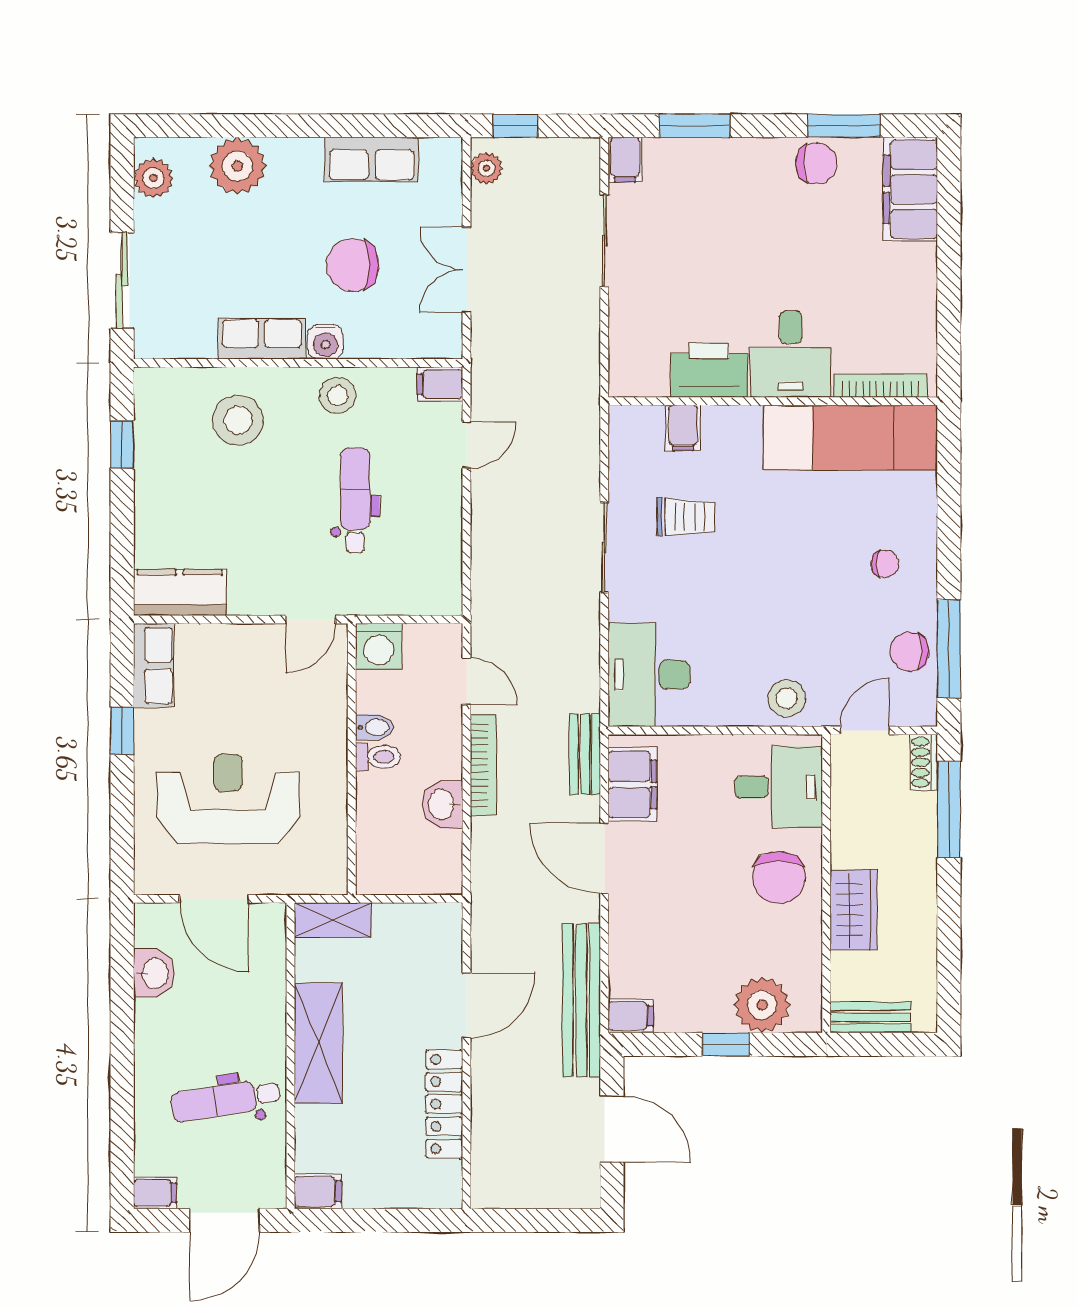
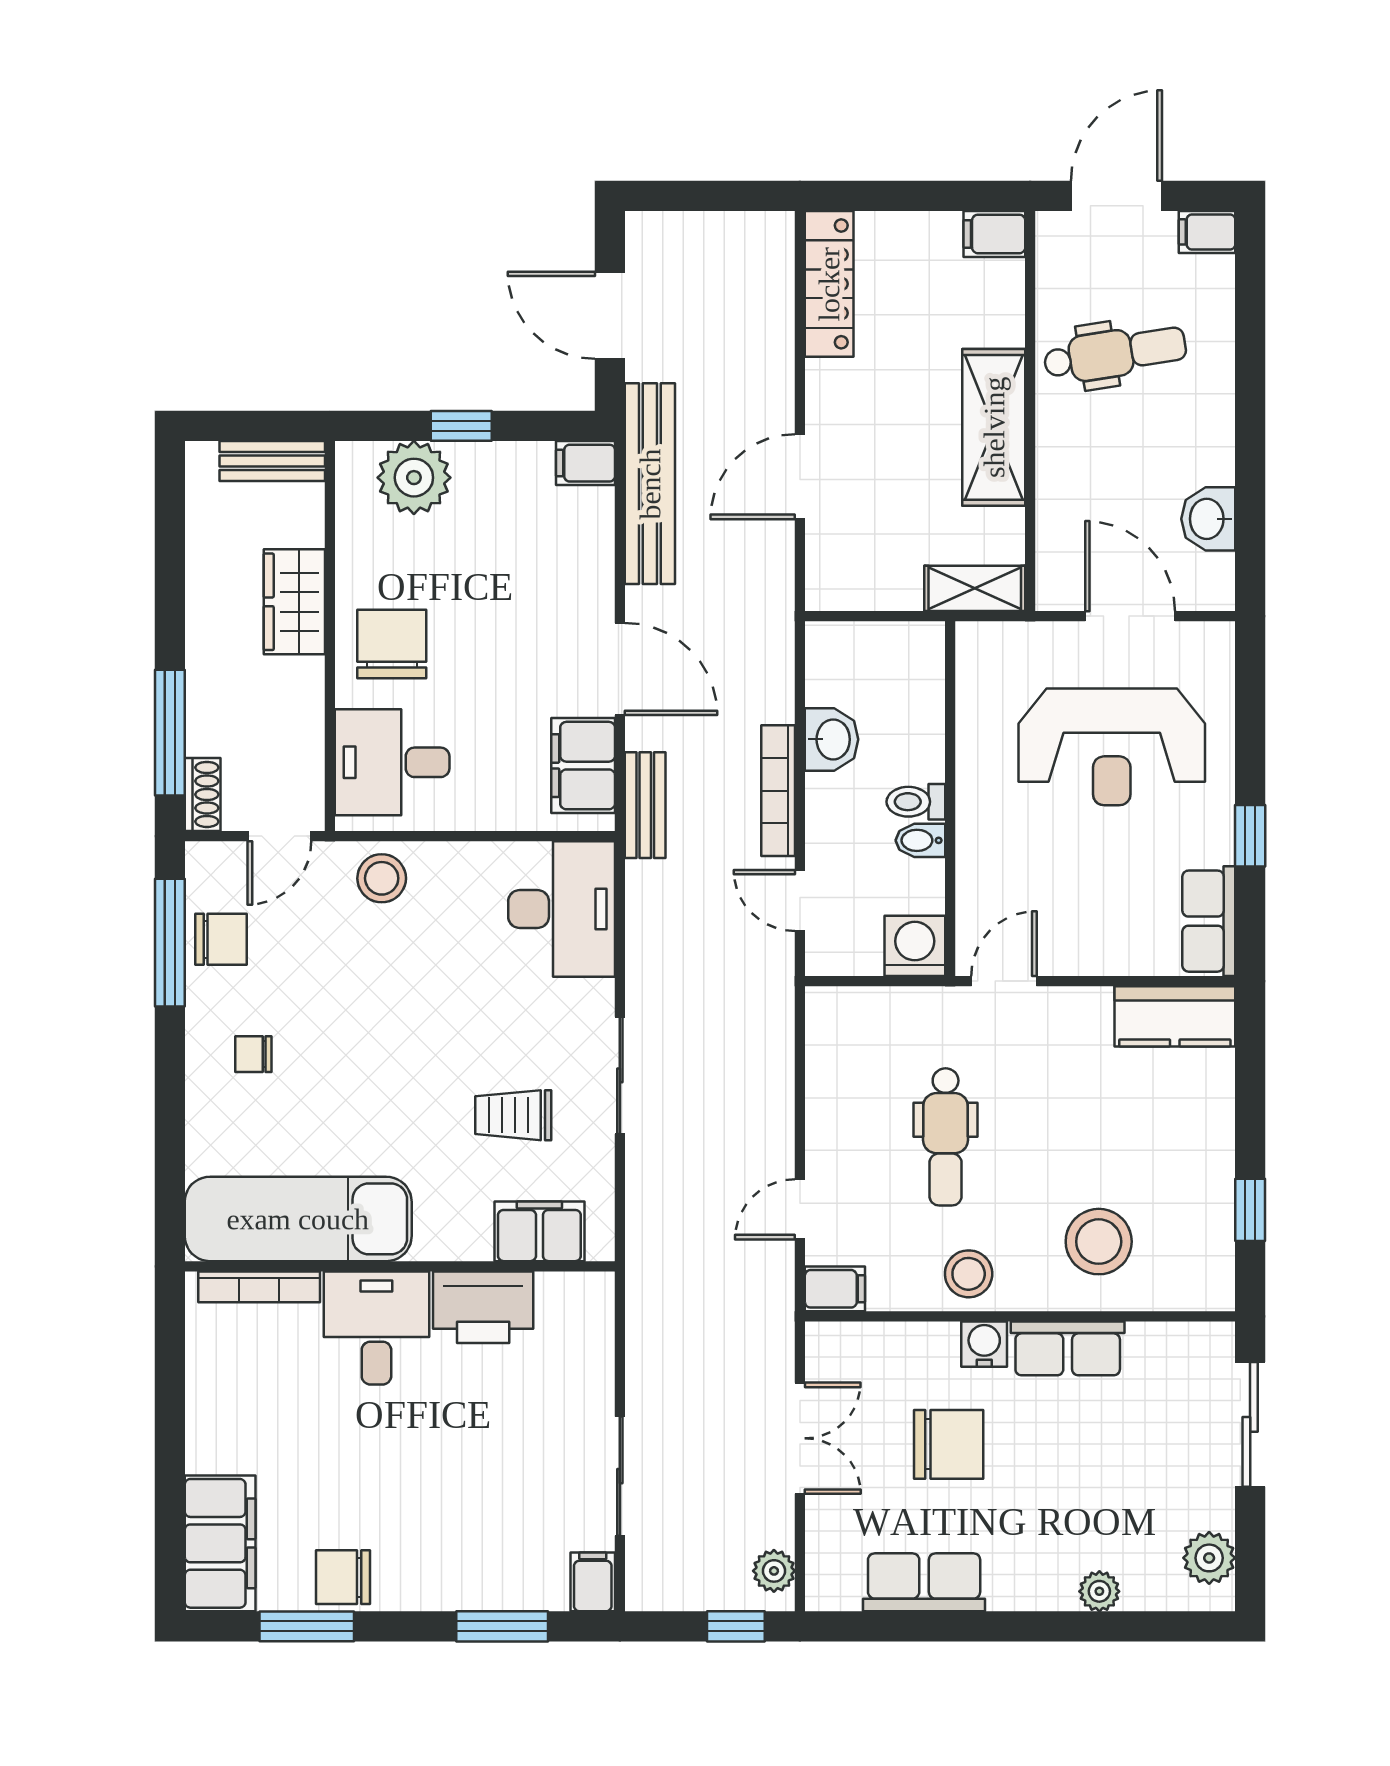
plant: (237, 166) -> (1099, 1591), width x0.53, depth x0.53
filing cabinet: (683, 428) -> (539, 1231), width x2.00
locker: (444, 1104) -> (829, 284), moved

